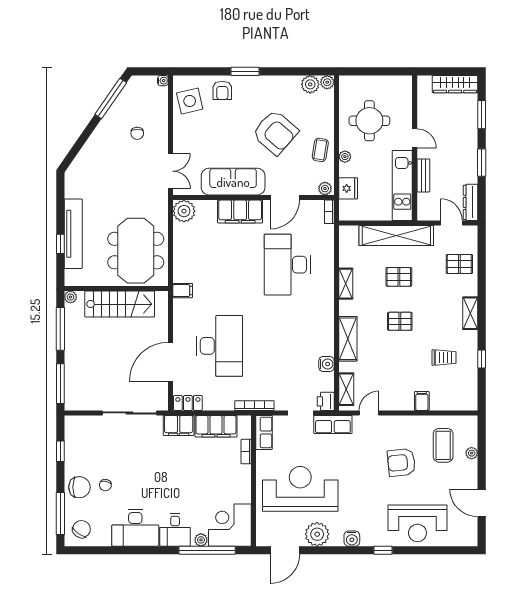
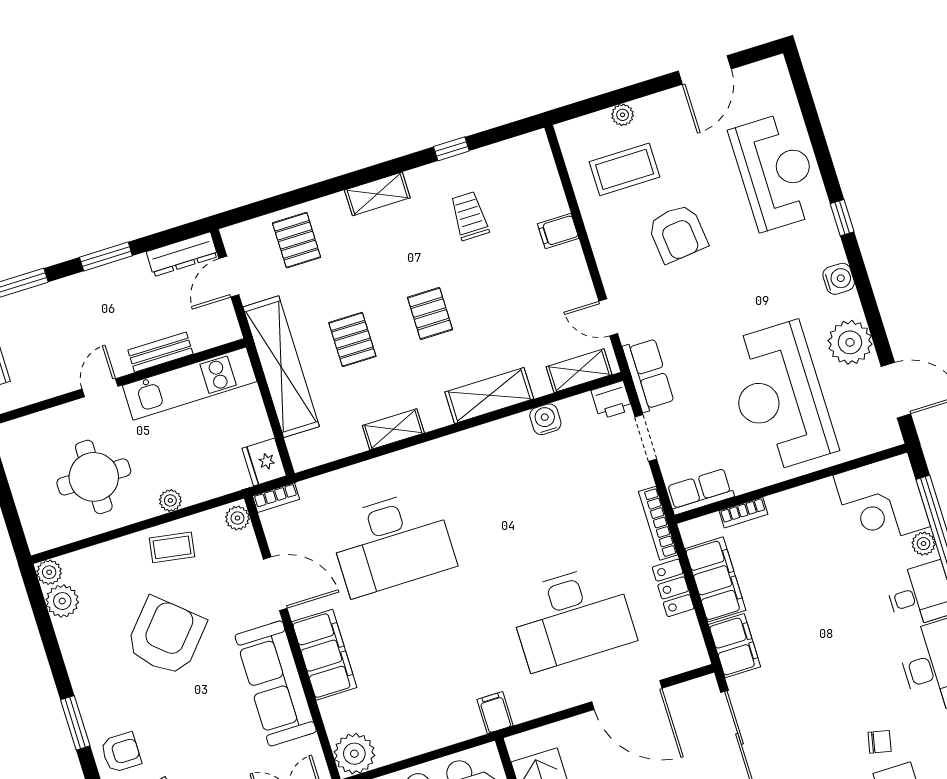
fridge: (348, 188) -> (264, 462), moved, turned -90
desk: (220, 346) -> (572, 617), turned 180
locker: (188, 403) -> (673, 588), moved

